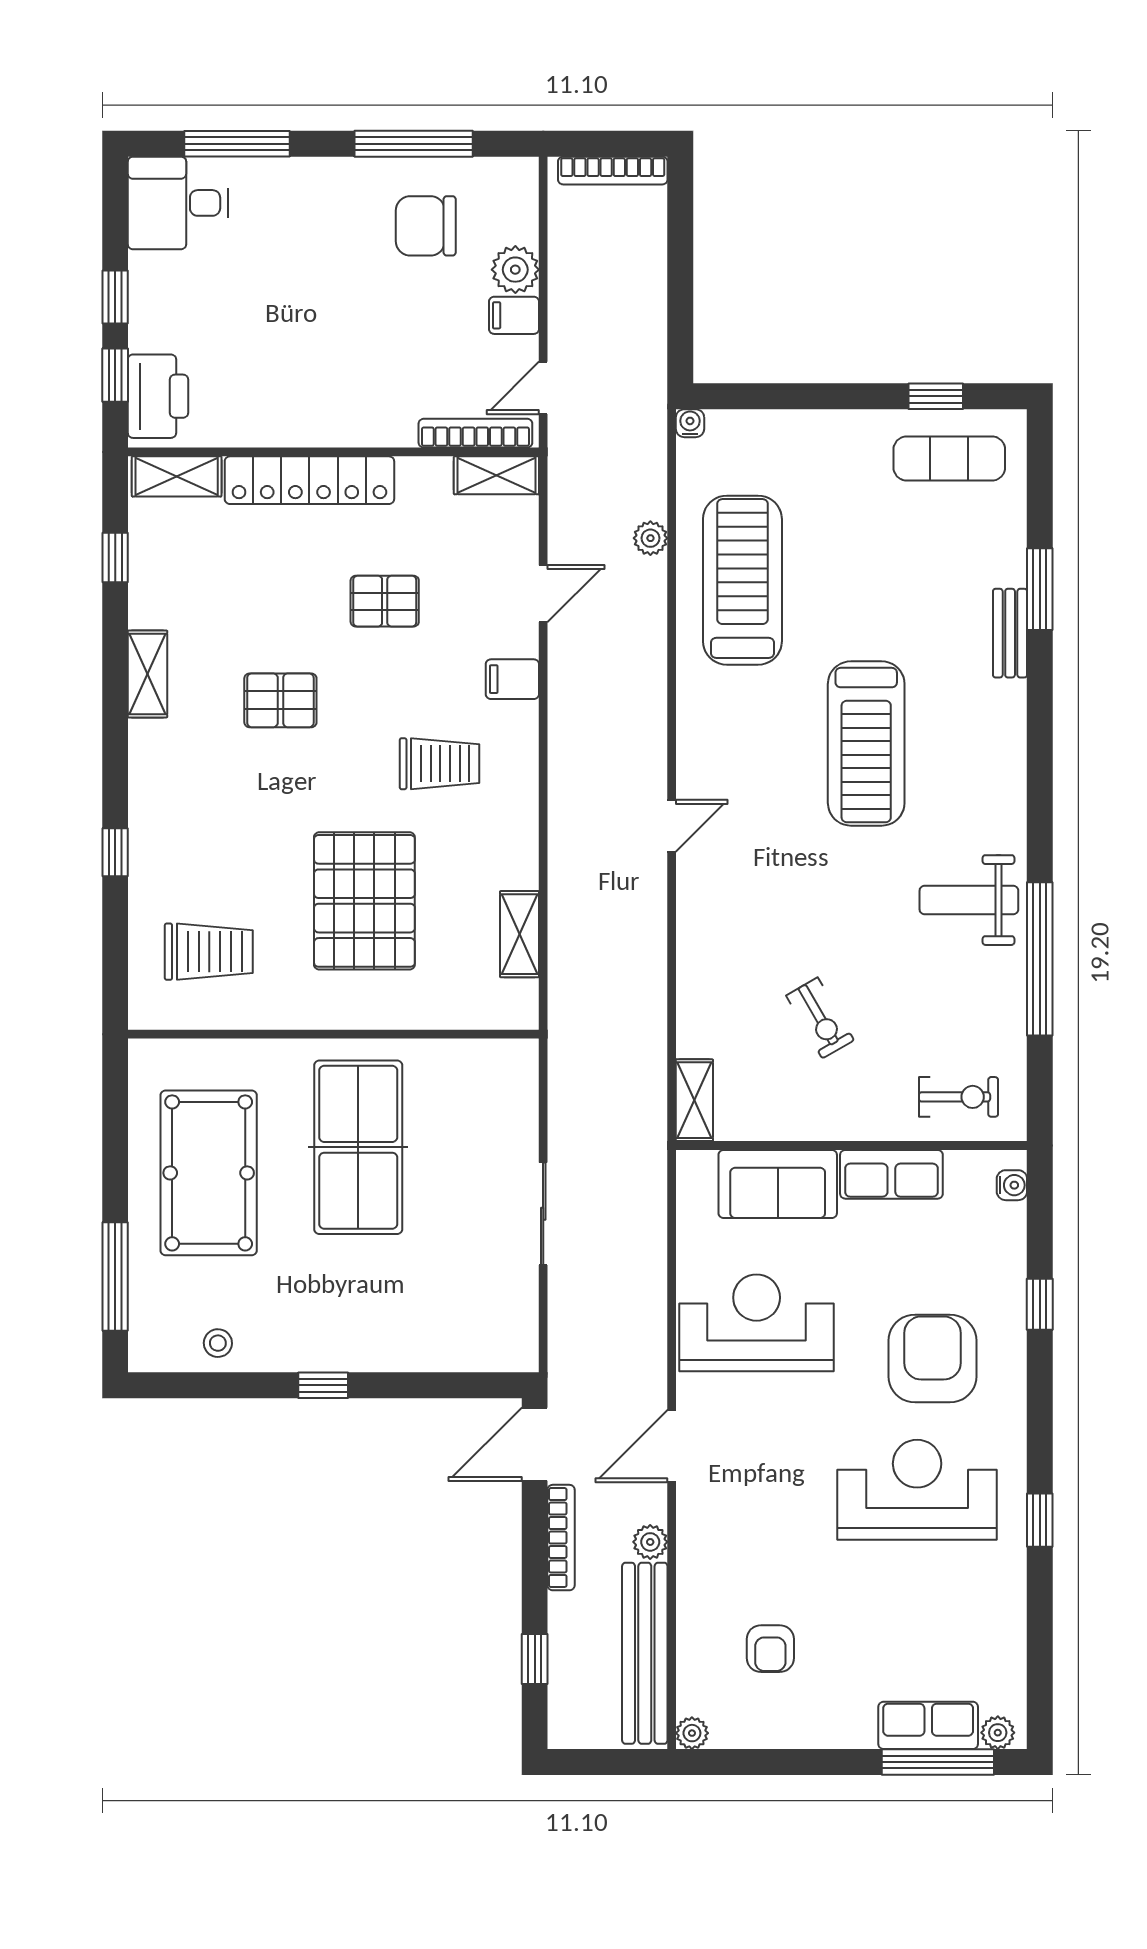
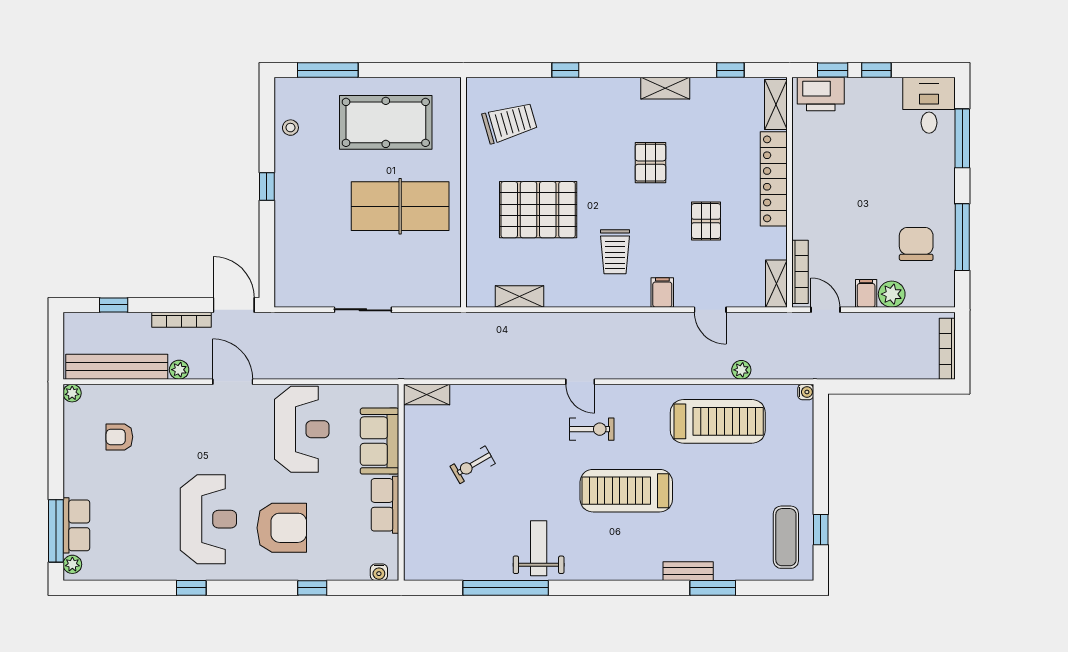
trolley: (209, 952) -> (510, 122), turned -106
exercise bike: (958, 1097) -> (592, 429), moved, turned -90

